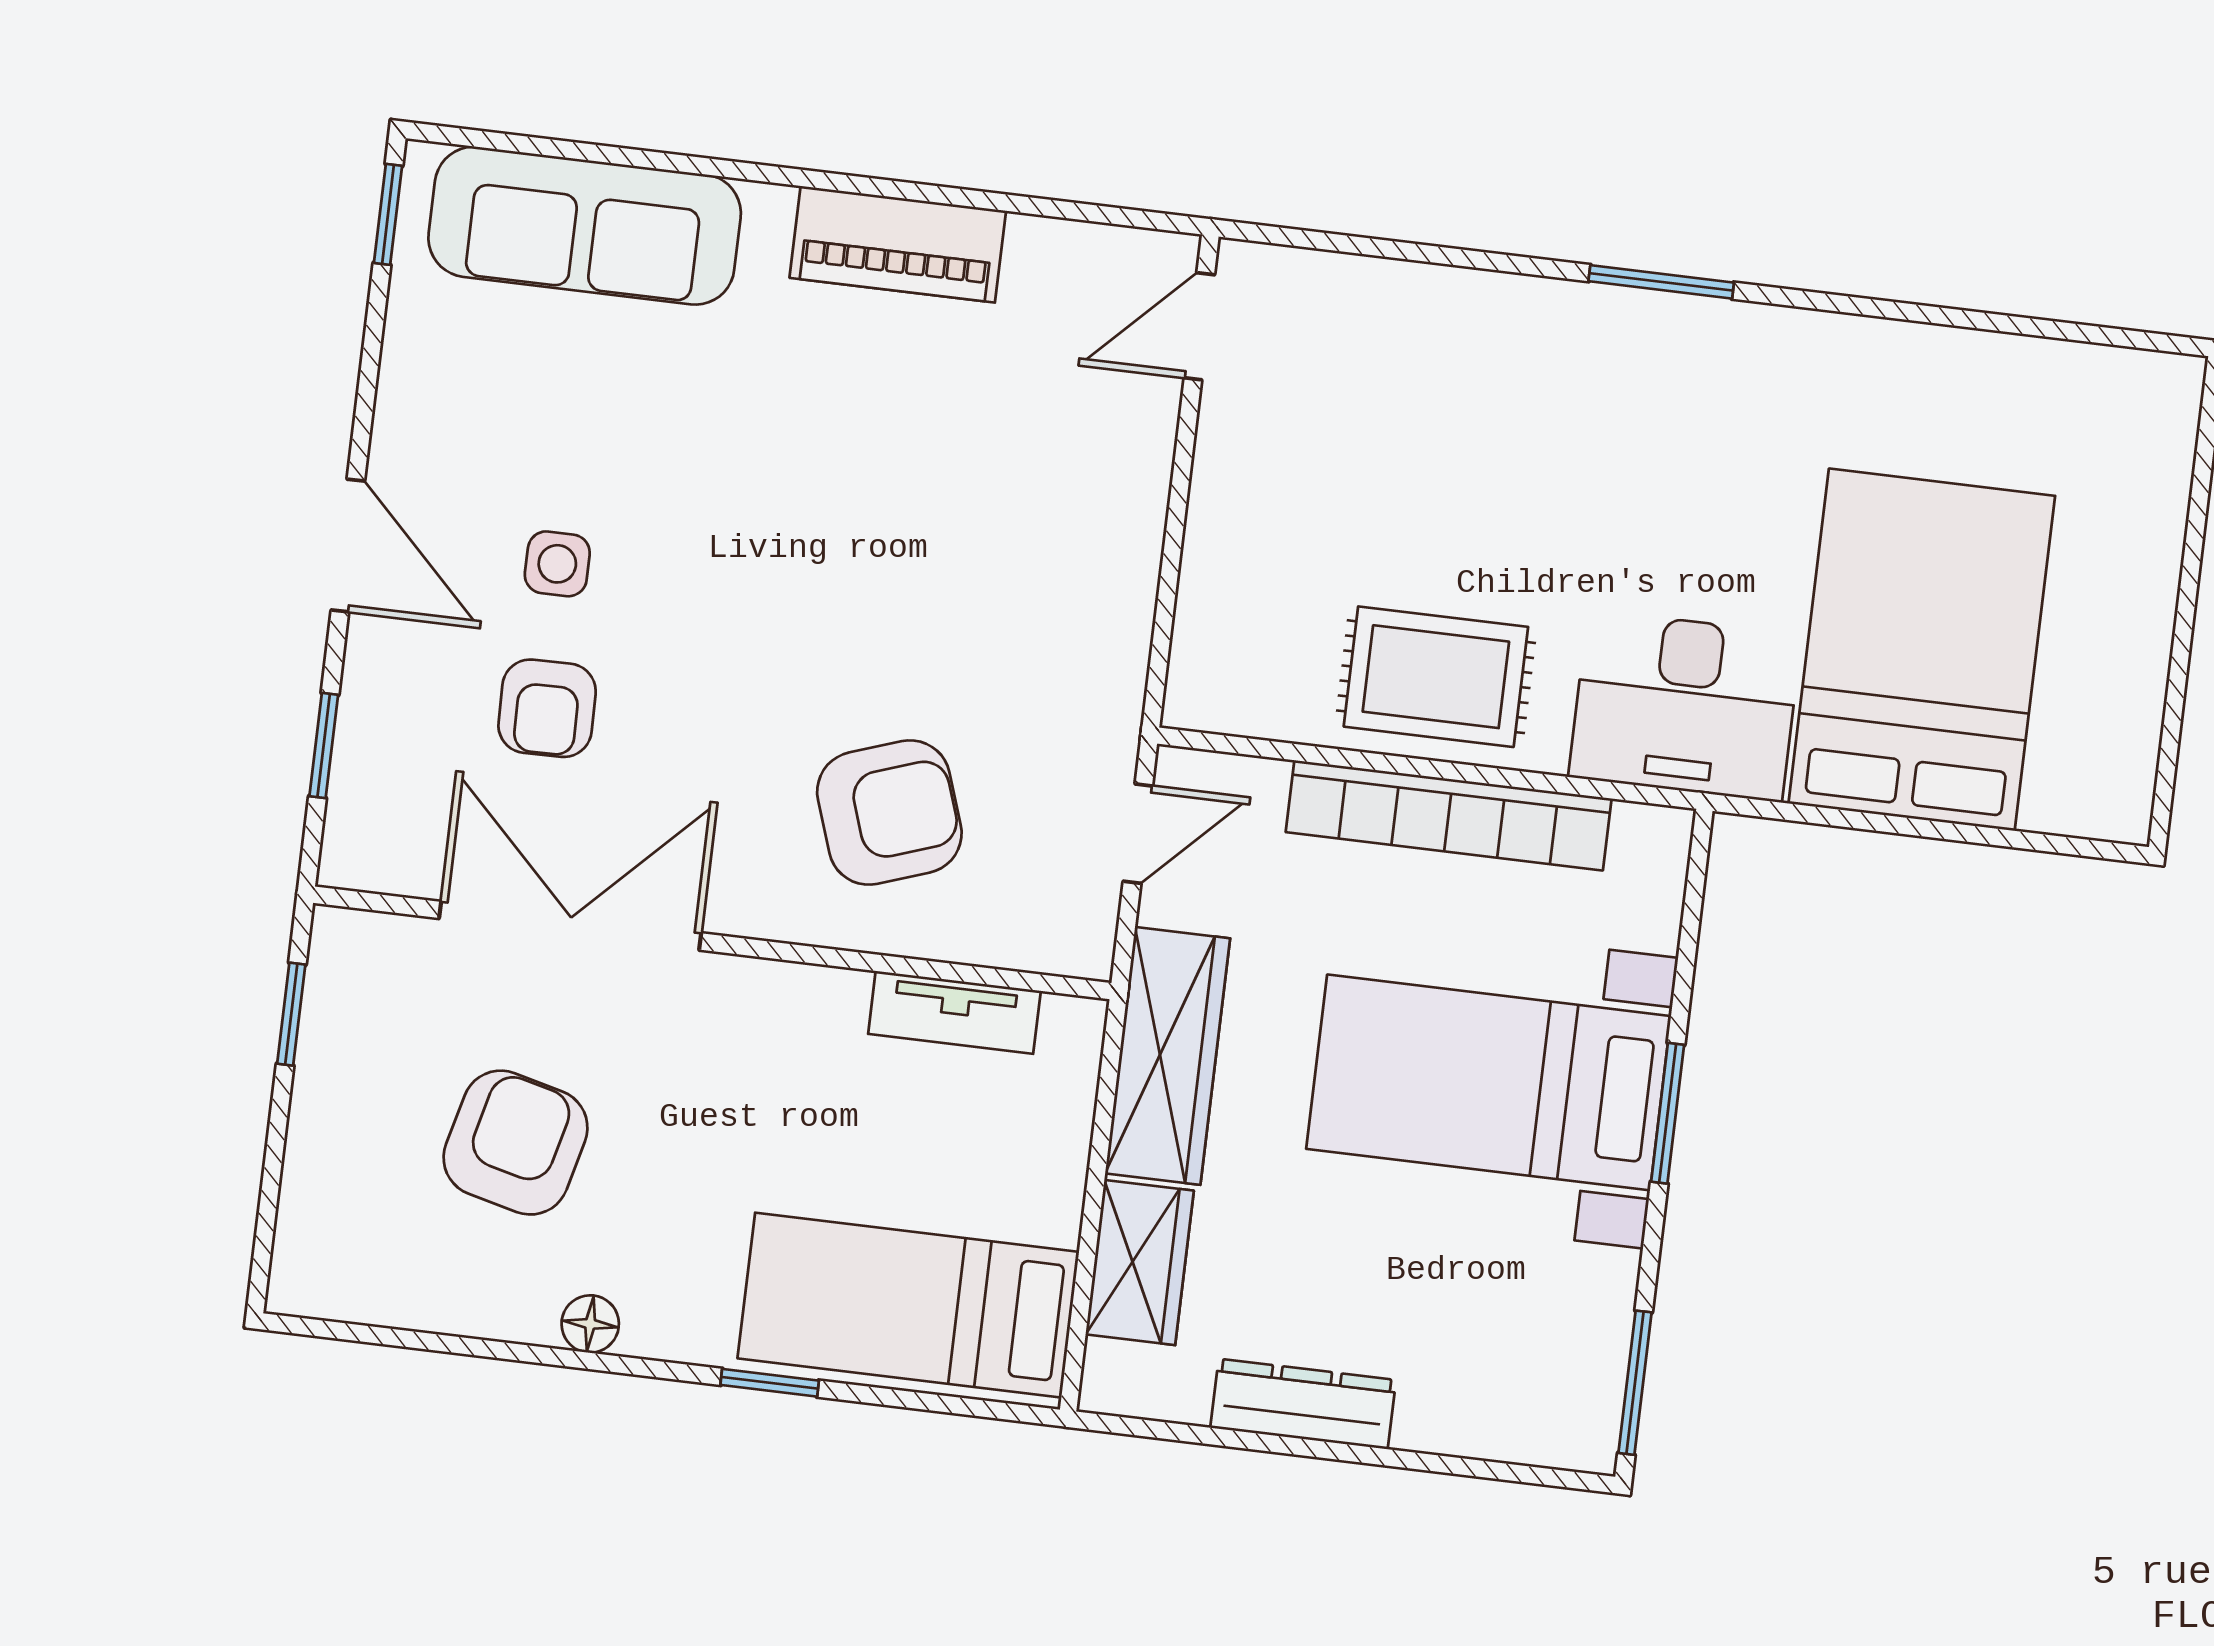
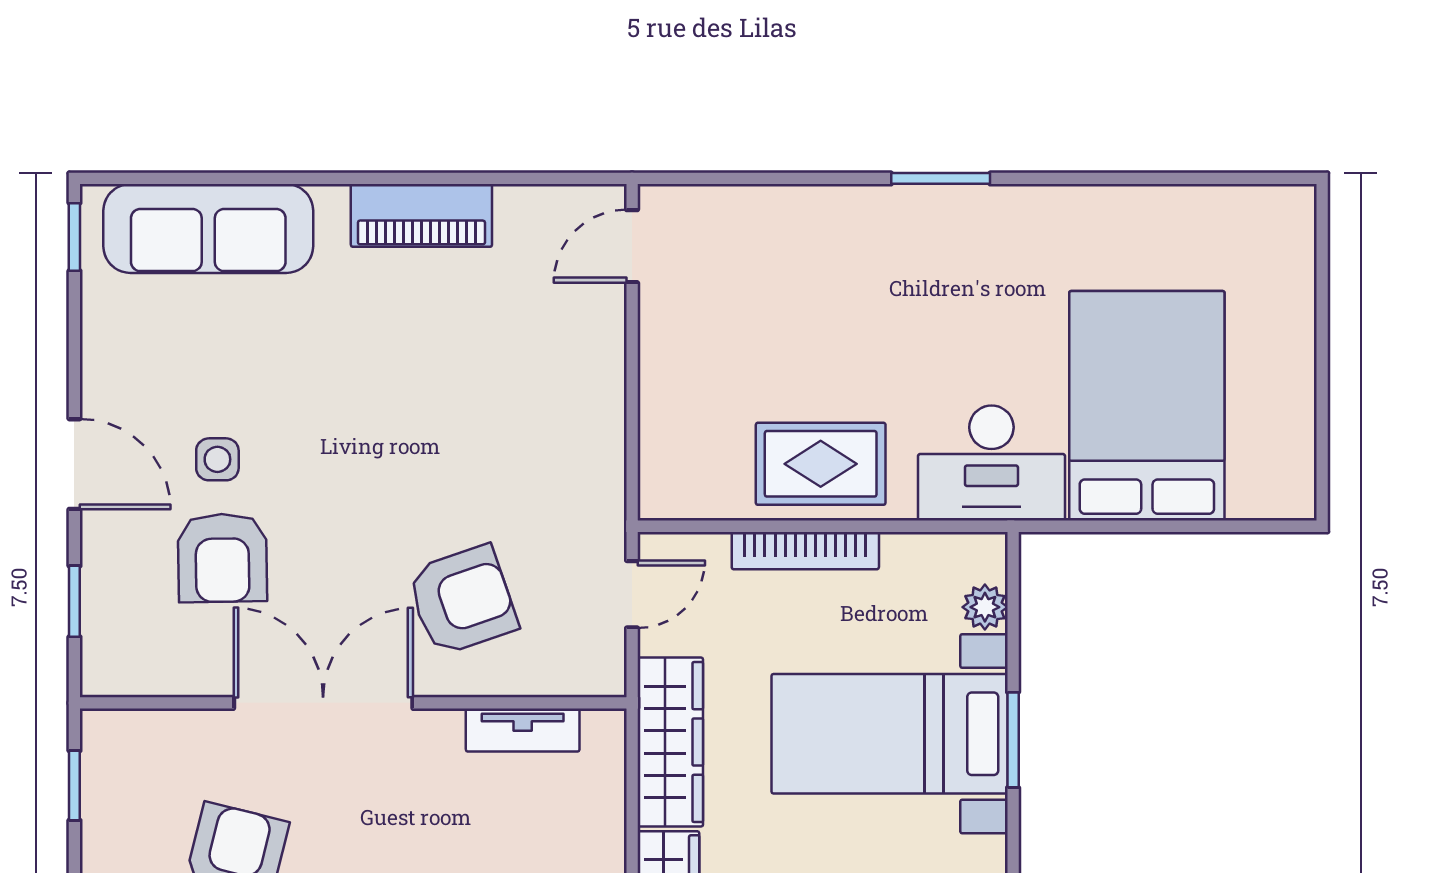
armchair: (547, 708) -> (222, 558), width x1.38, depth x1.38
bookcase: (1449, 815) -> (805, 551), width x0.68, depth x0.76
plant: (1650, 915) -> (985, 607), added
double door: (570, 926) -> (323, 703), moved

